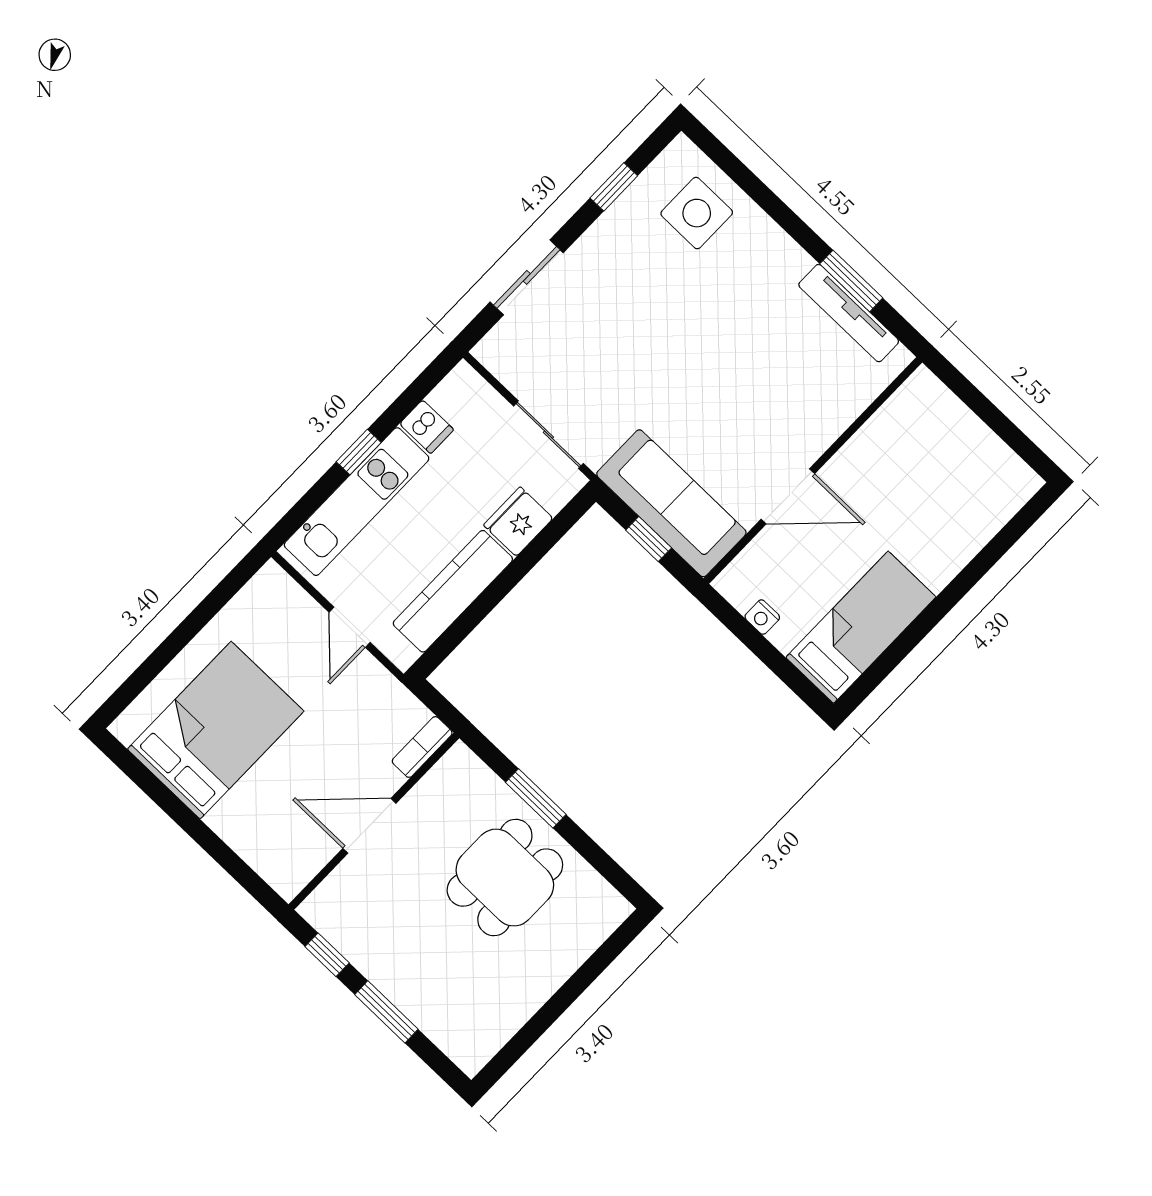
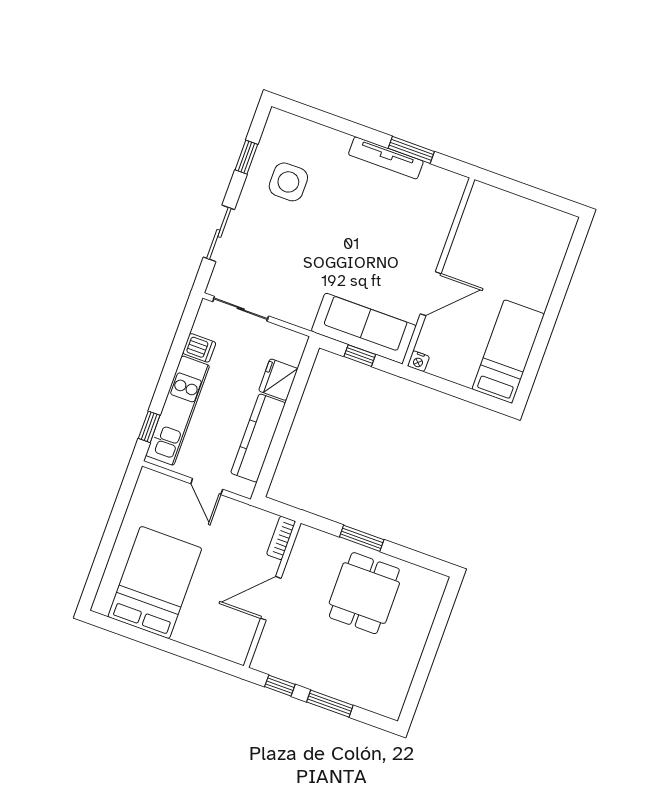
side table: (697, 213) -> (288, 182), moved
tv unit: (849, 313) -> (386, 158), moved
sliding door: (548, 435) -> (241, 309), moved
window: (359, 452) -> (149, 427), moved
nightstand: (762, 617) -> (418, 361), moved

